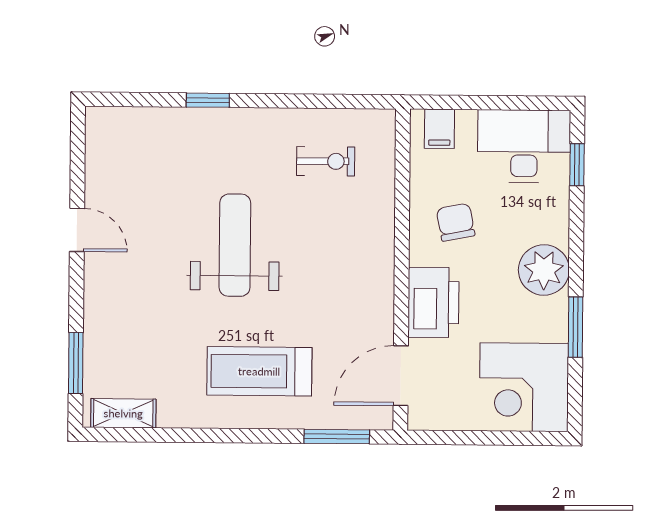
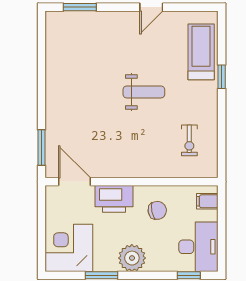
weight bench: (235, 245) -> (144, 92), width x0.73, depth x0.75
treadmill: (259, 371) -> (201, 52), moved
shelving: (123, 413) -> (53, 33), removed

